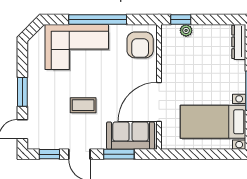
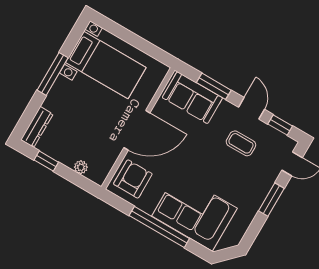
window: (181, 19) -> (46, 161), moved
door: (159, 102) -> (137, 130), moved
coffee table: (83, 105) -> (241, 143), moved

